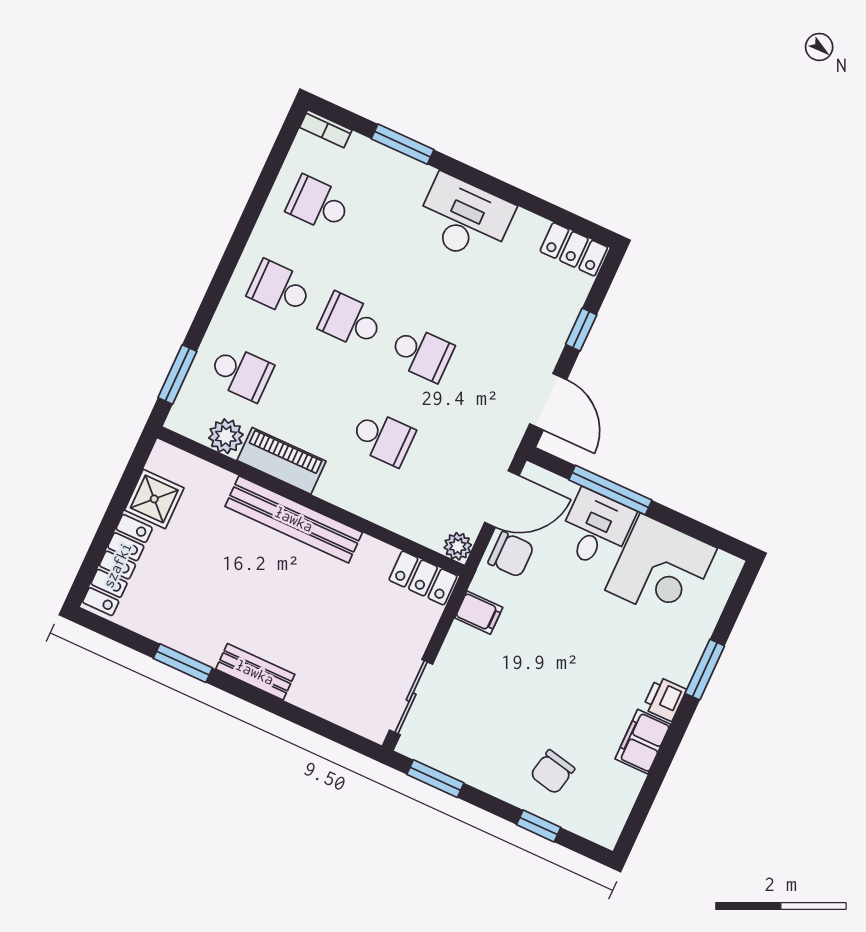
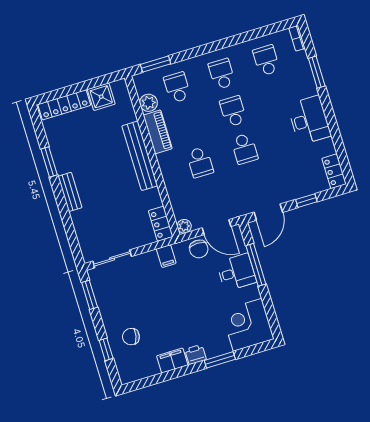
school desk: (241, 373) -> (177, 87), turned 180
corner desk: (661, 569) -> (248, 325), moved, turned 90

